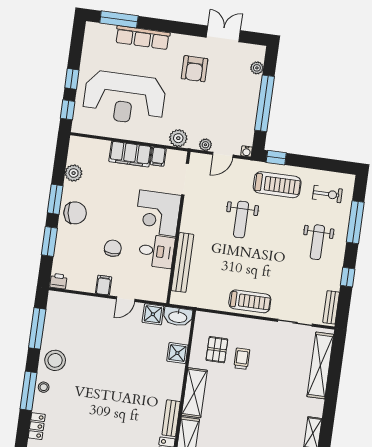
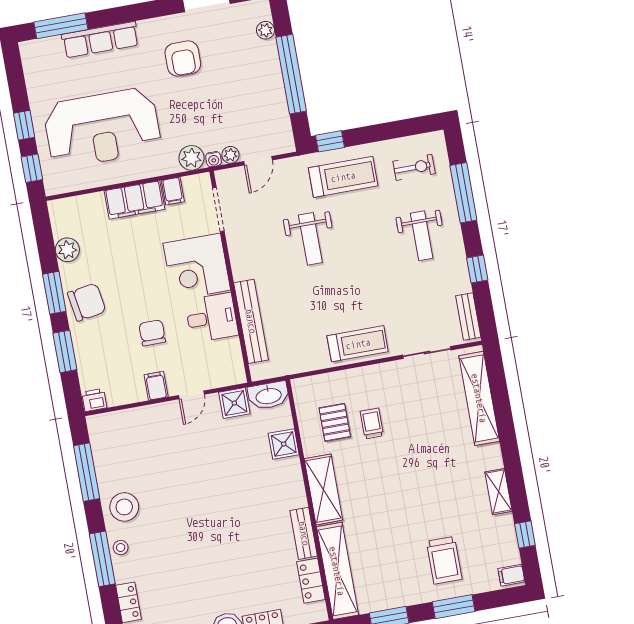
water cooler: (247, 151) -> (213, 159), moved

